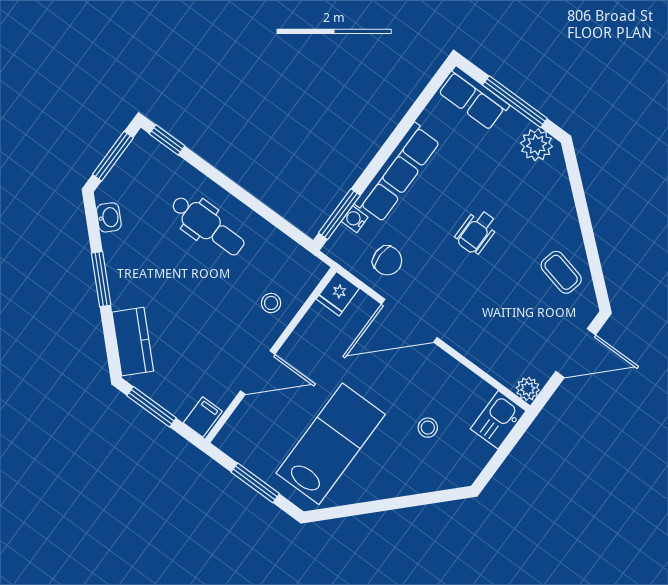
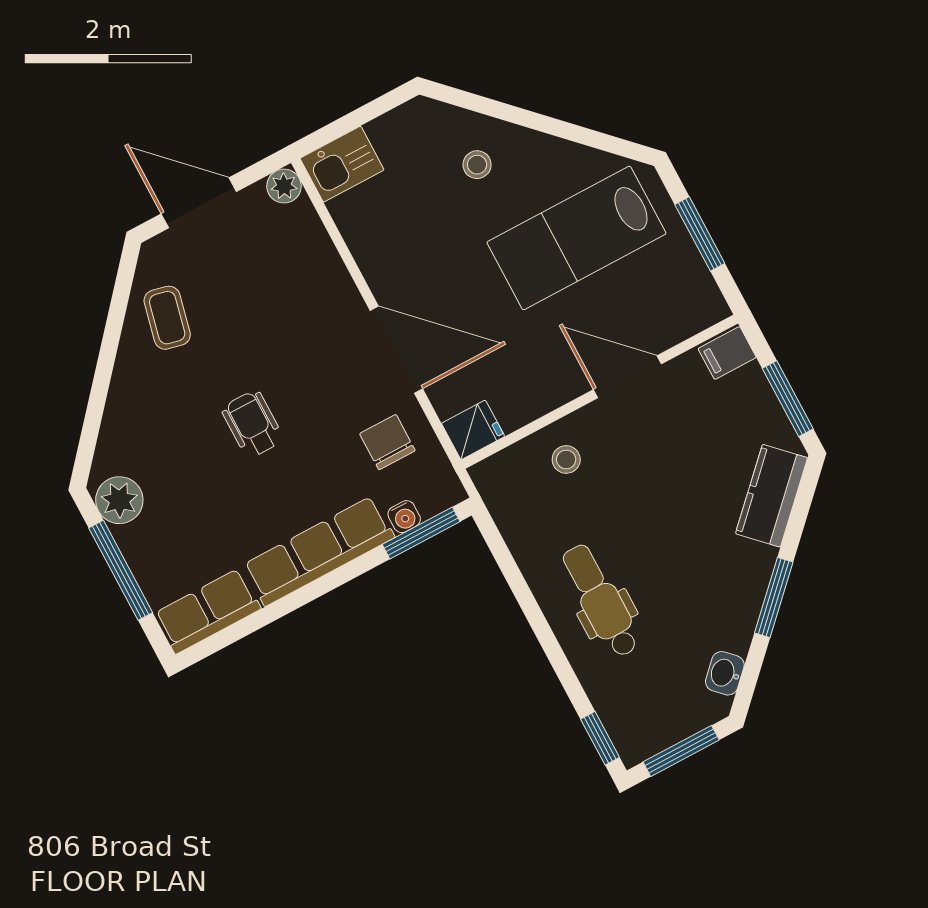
row of seats: (473, 98) -> (207, 611), moved, turned -90
wheelchair: (477, 232) -> (252, 424), turned -90
stool: (428, 428) -> (477, 165), moved

